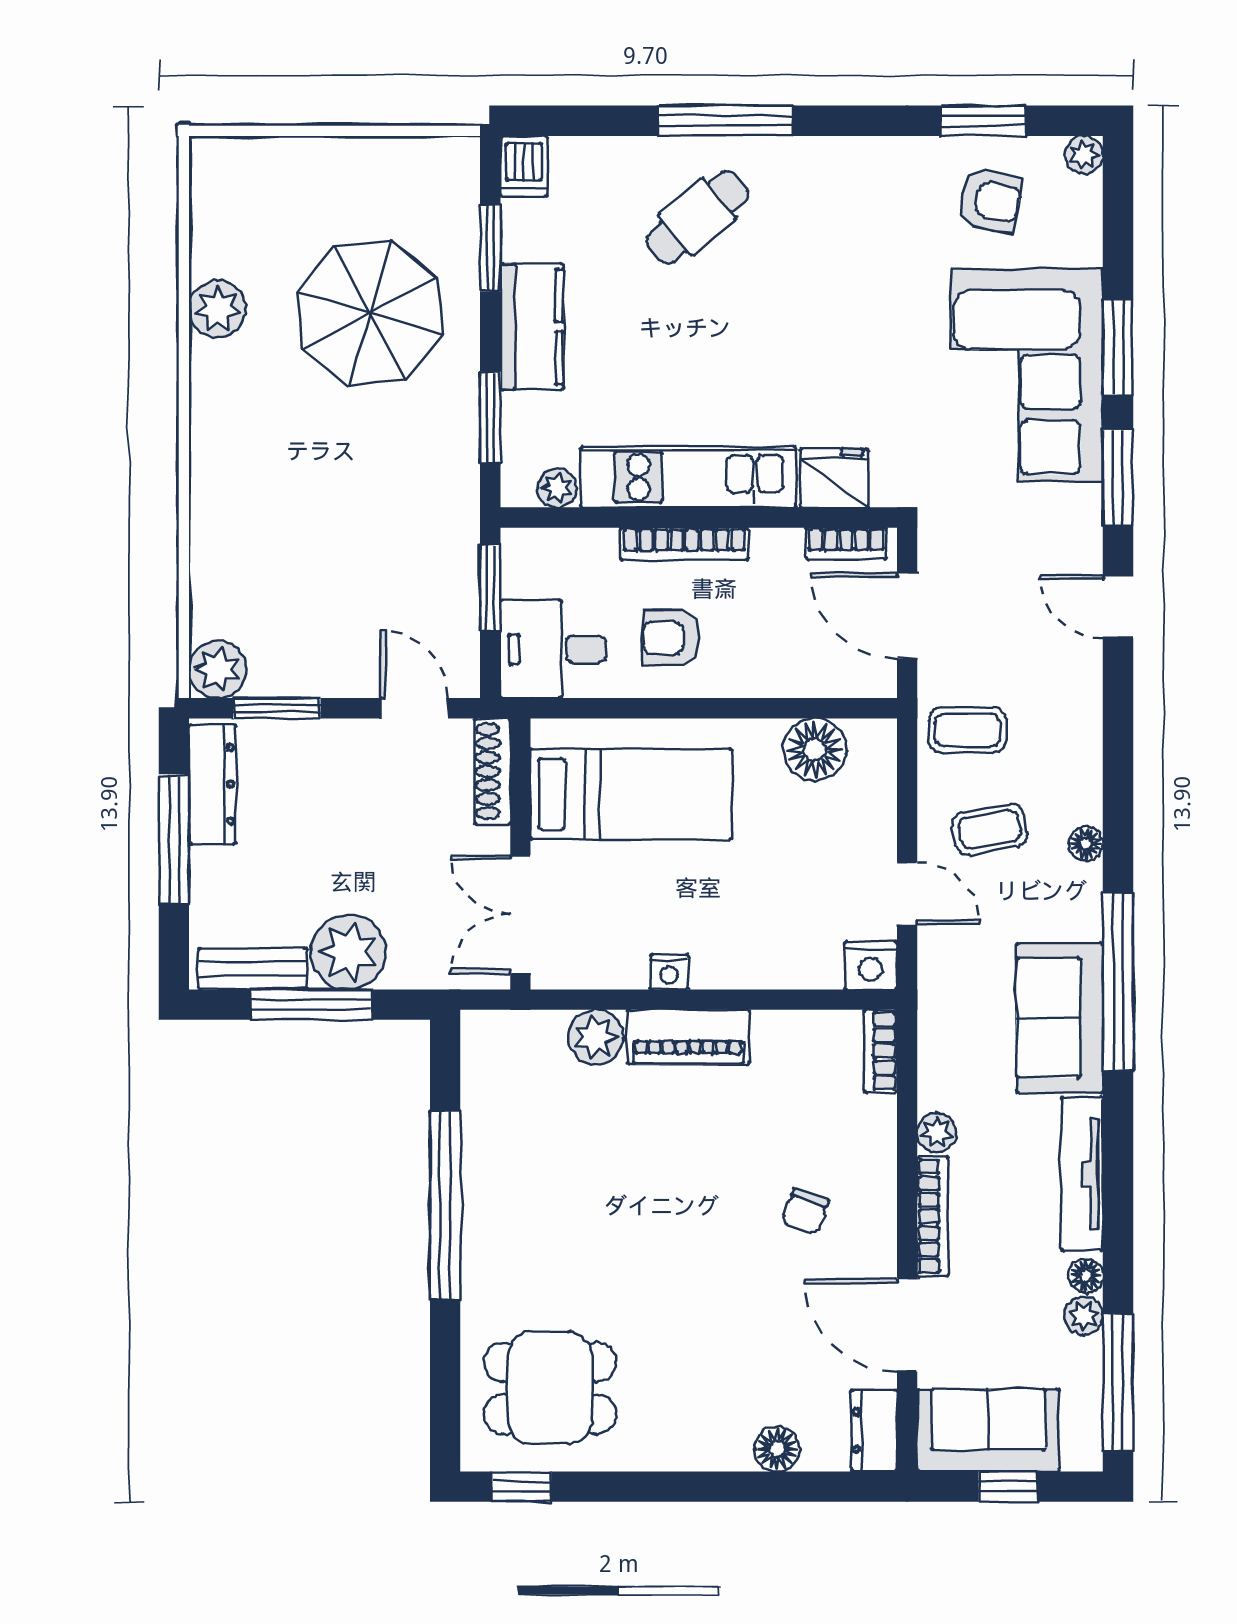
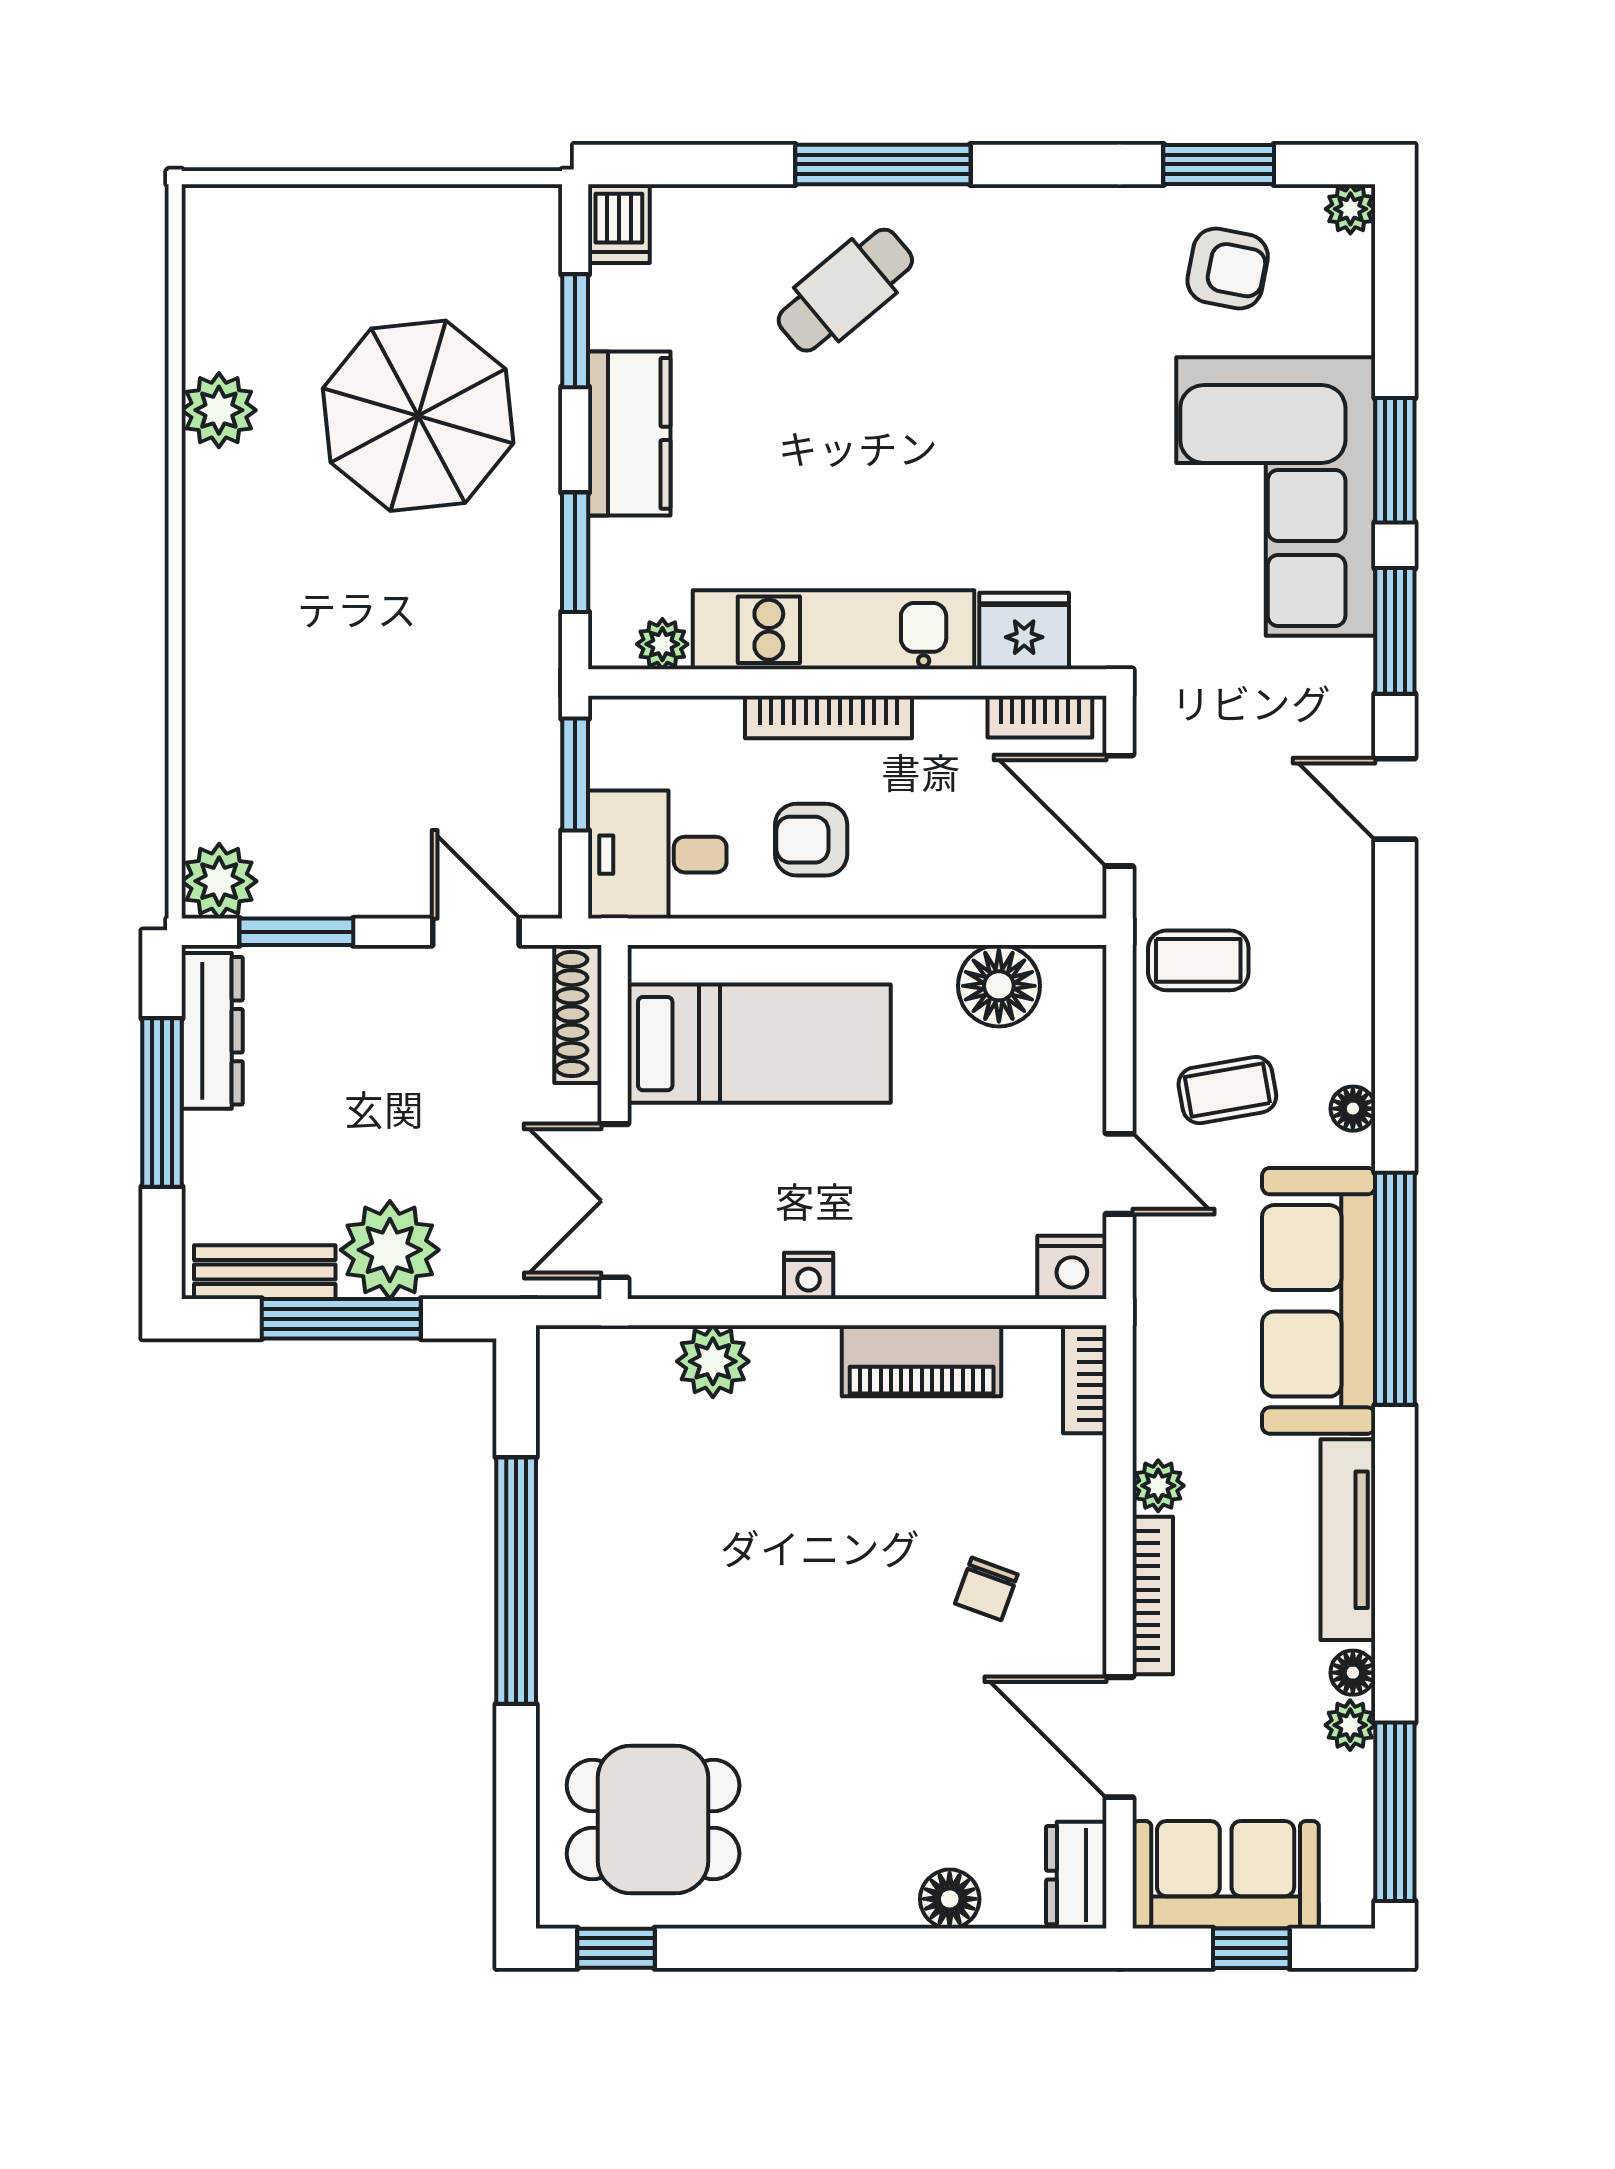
sofa: (1060, 1018) -> (1319, 1301), width x1.36
piano: (688, 1037) -> (922, 1361), moved

